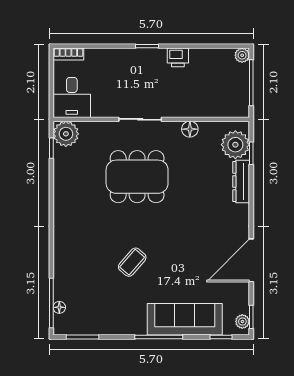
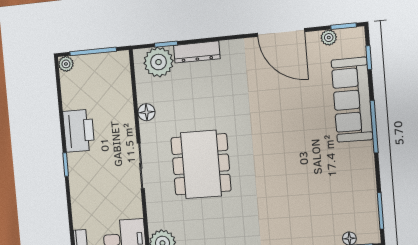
printer: (178, 57) -> (79, 131), width x1.87, depth x1.48
coffee table: (132, 262) -> (293, 162), removed
plant: (242, 321) -> (329, 38), moved

